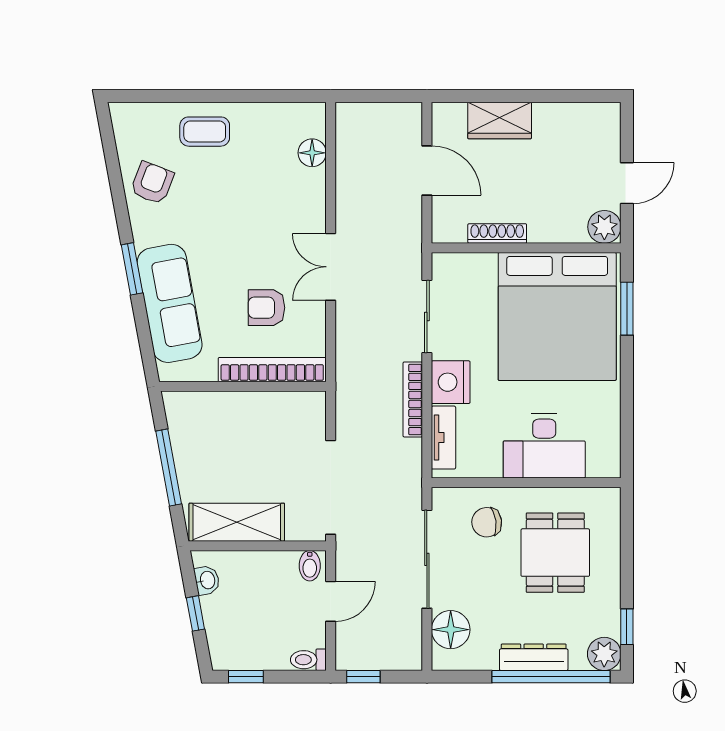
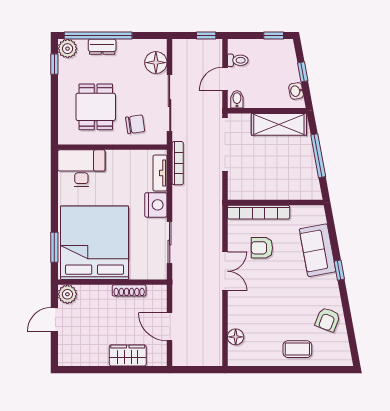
window: (132, 269) -> (339, 270), width x0.67
sofa: (170, 303) -> (318, 250), width x0.73
armchair: (266, 308) -> (262, 248), turned 180
bookcase: (413, 399) -> (178, 163), moved
desk: (544, 446) -> (81, 168), moved
dresser: (534, 657) -> (102, 47), width x0.70
toilet: (308, 660) -> (238, 60), moved

